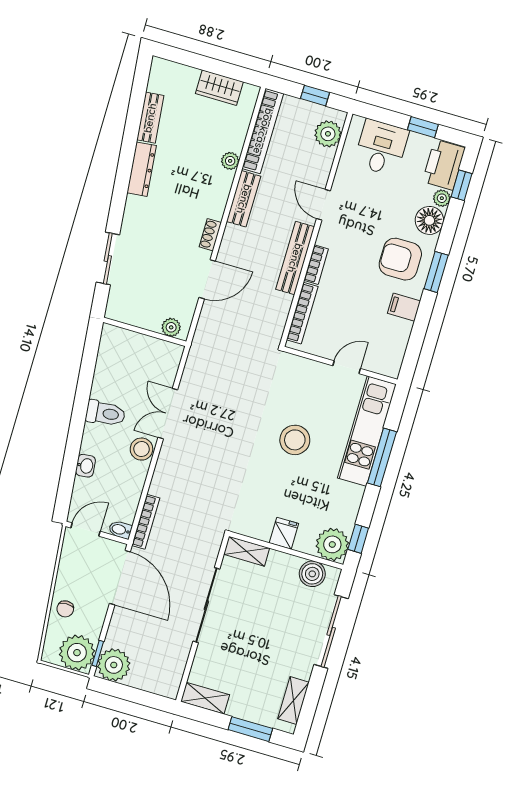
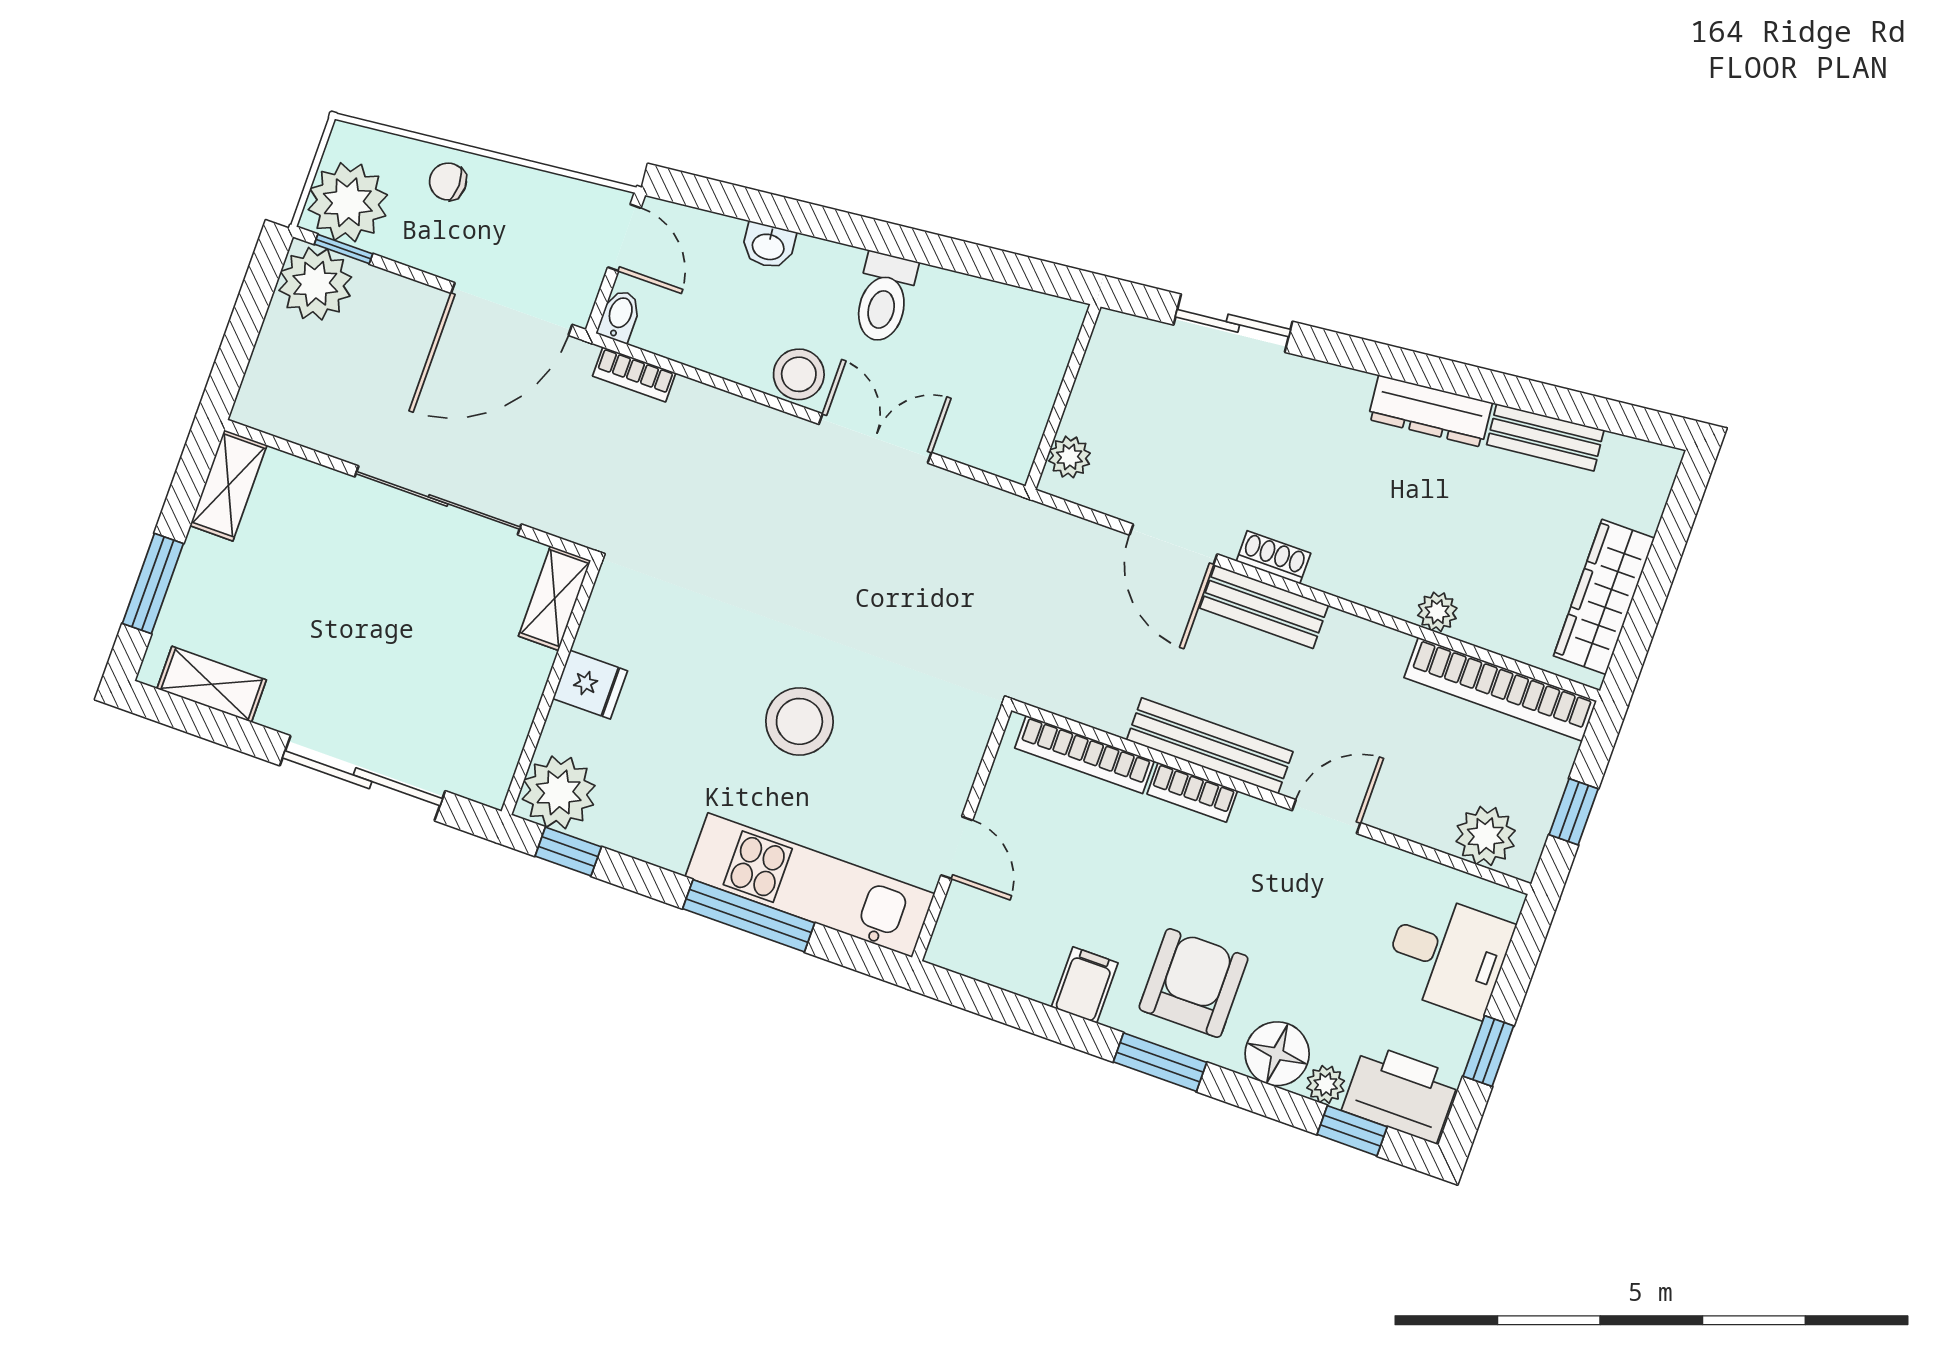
wardrobe: (219, 88) -> (1604, 597), width x1.50
bench: (244, 199) -> (1264, 607), moved
bookcase: (146, 522) -> (634, 374), width x0.64
boiler: (312, 574) -> (495, 743), removed

